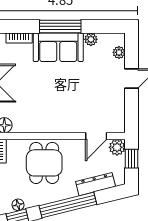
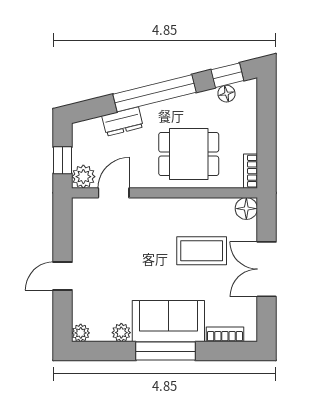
plant: (119, 52) -> (81, 333), moved
coffee table: (35, 96) -> (202, 251), added
dining table: (44, 163) -> (189, 154), turned 90
dresser: (96, 184) -> (123, 121), width x0.70

